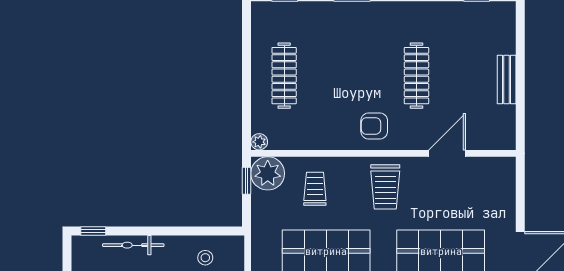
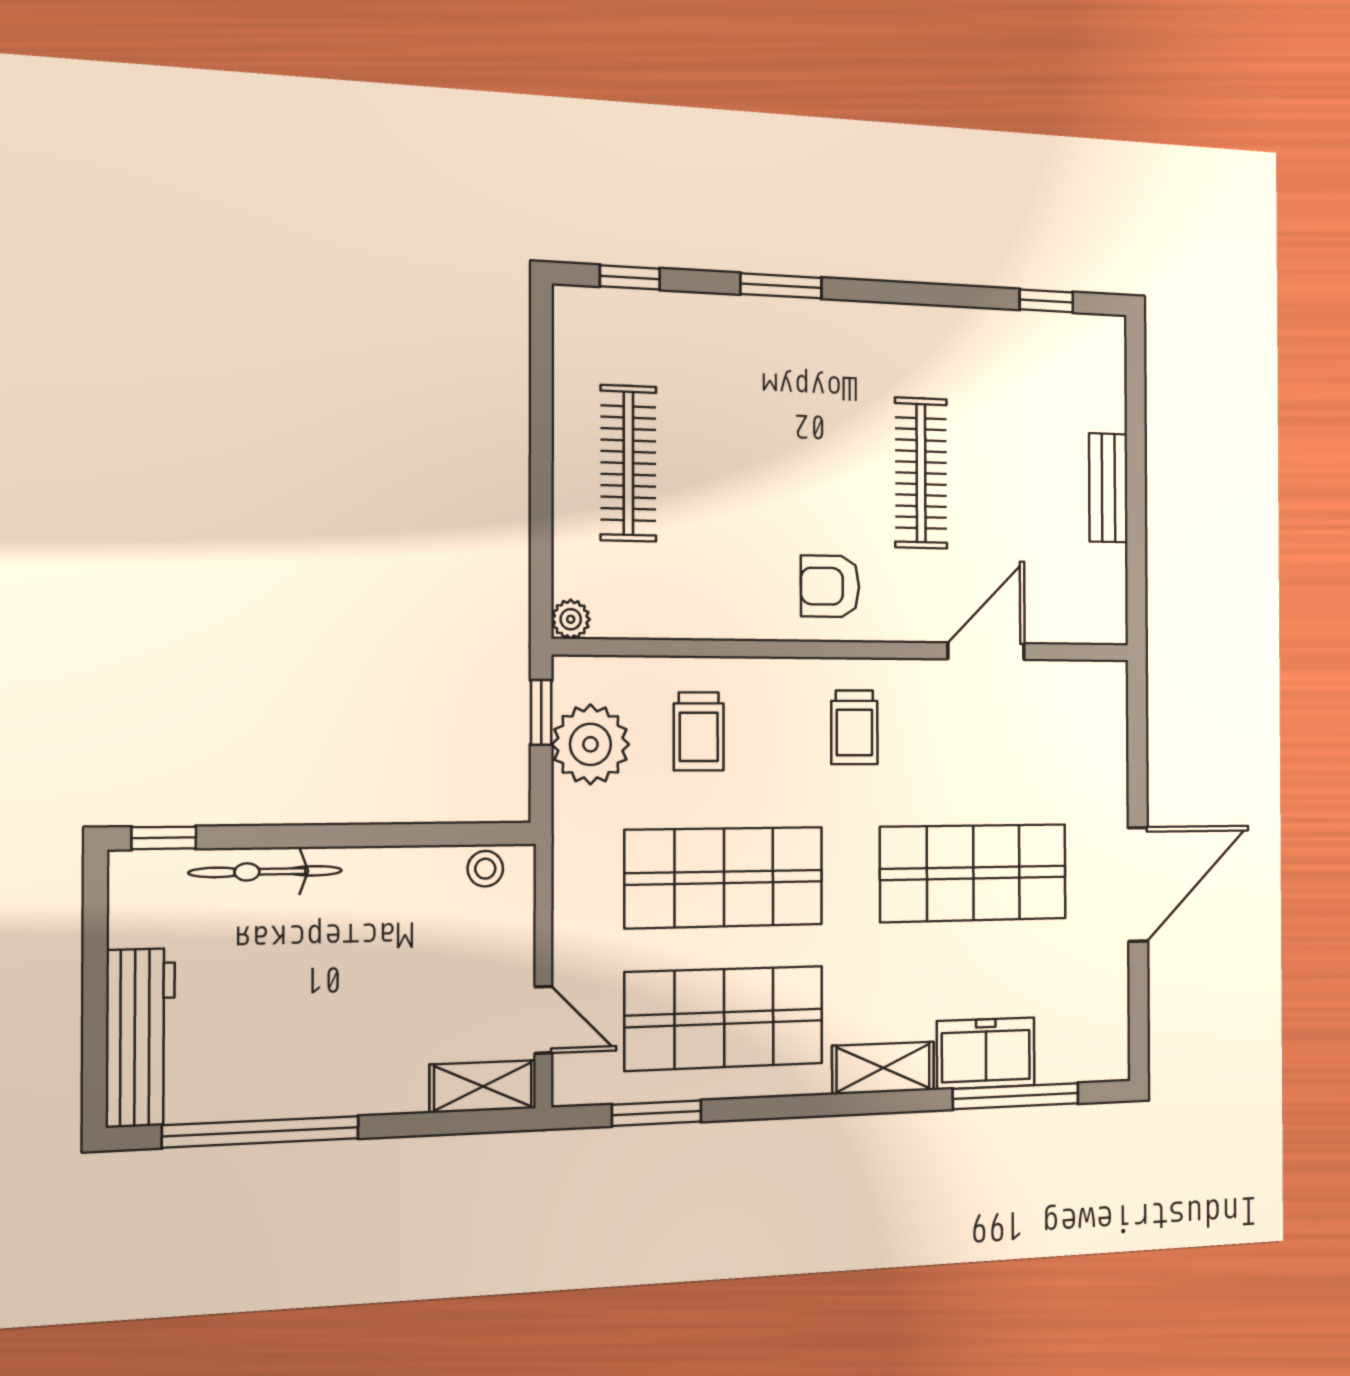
plant: (268, 173) -> (590, 744), moved
trolley: (385, 187) -> (854, 727), width x0.73, depth x0.72
trolley: (315, 189) -> (699, 731), turned 180
stool: (205, 258) -> (485, 869), moved

